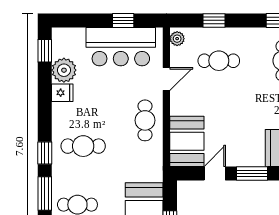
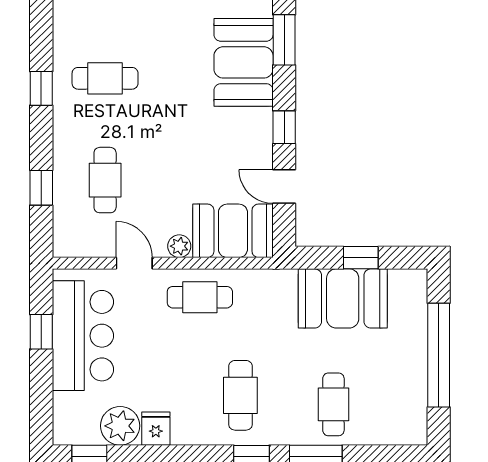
plant: (177, 39) -> (179, 246), moved
window: (252, 174) -> (284, 127), width x0.67

